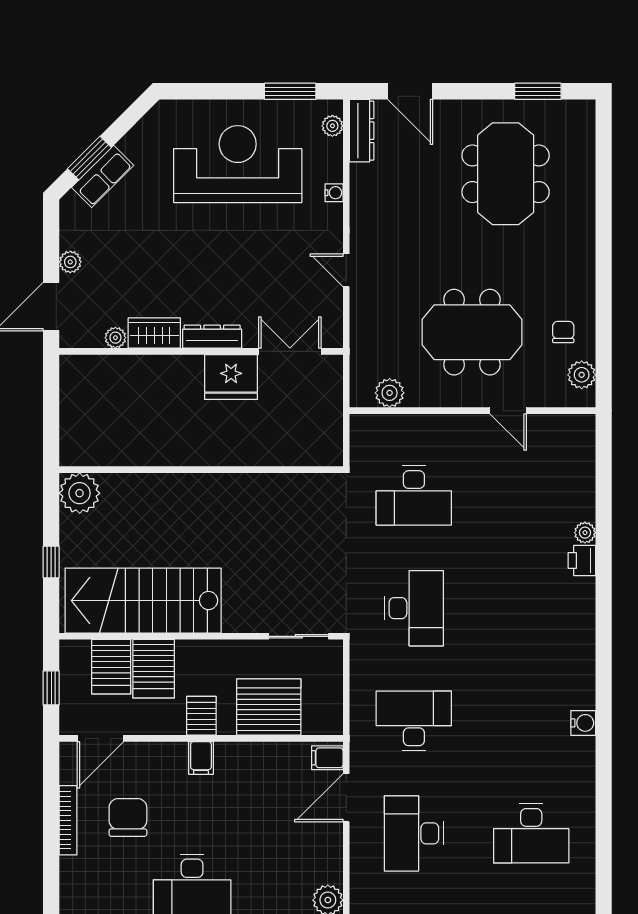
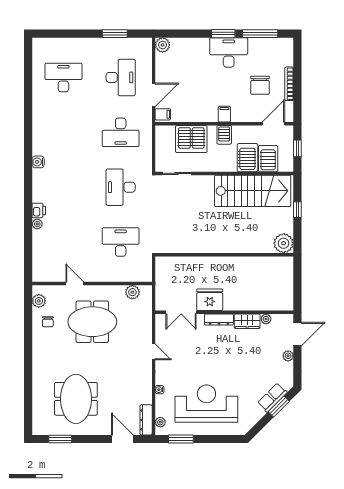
reception desk: (238, 164) -> (206, 404), turned 180
water cooler: (583, 723) -> (38, 162), moved

